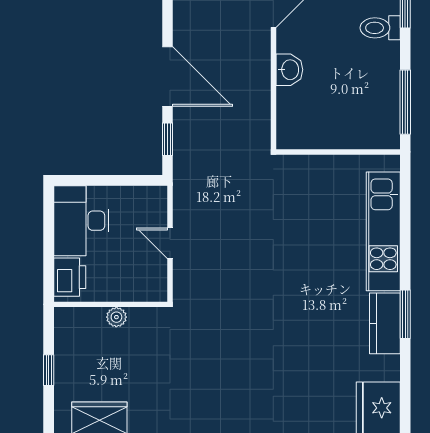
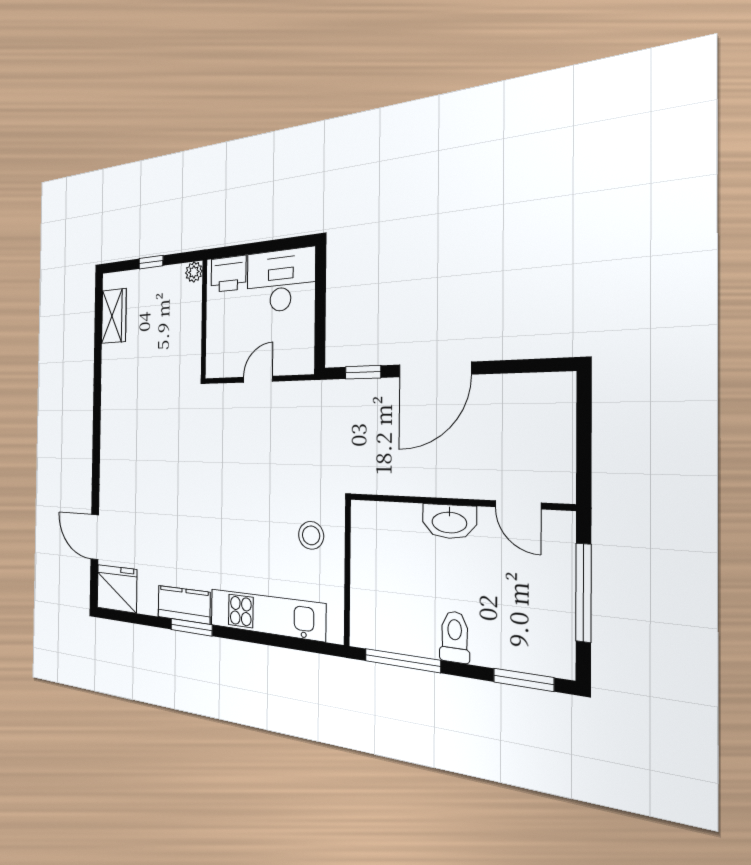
toilet: (380, 28) -> (455, 637), moved
washbasin: (289, 70) -> (449, 522), width x1.38
stool: (309, 187) -> (311, 535), added
plant: (116, 317) -> (194, 272), moved

